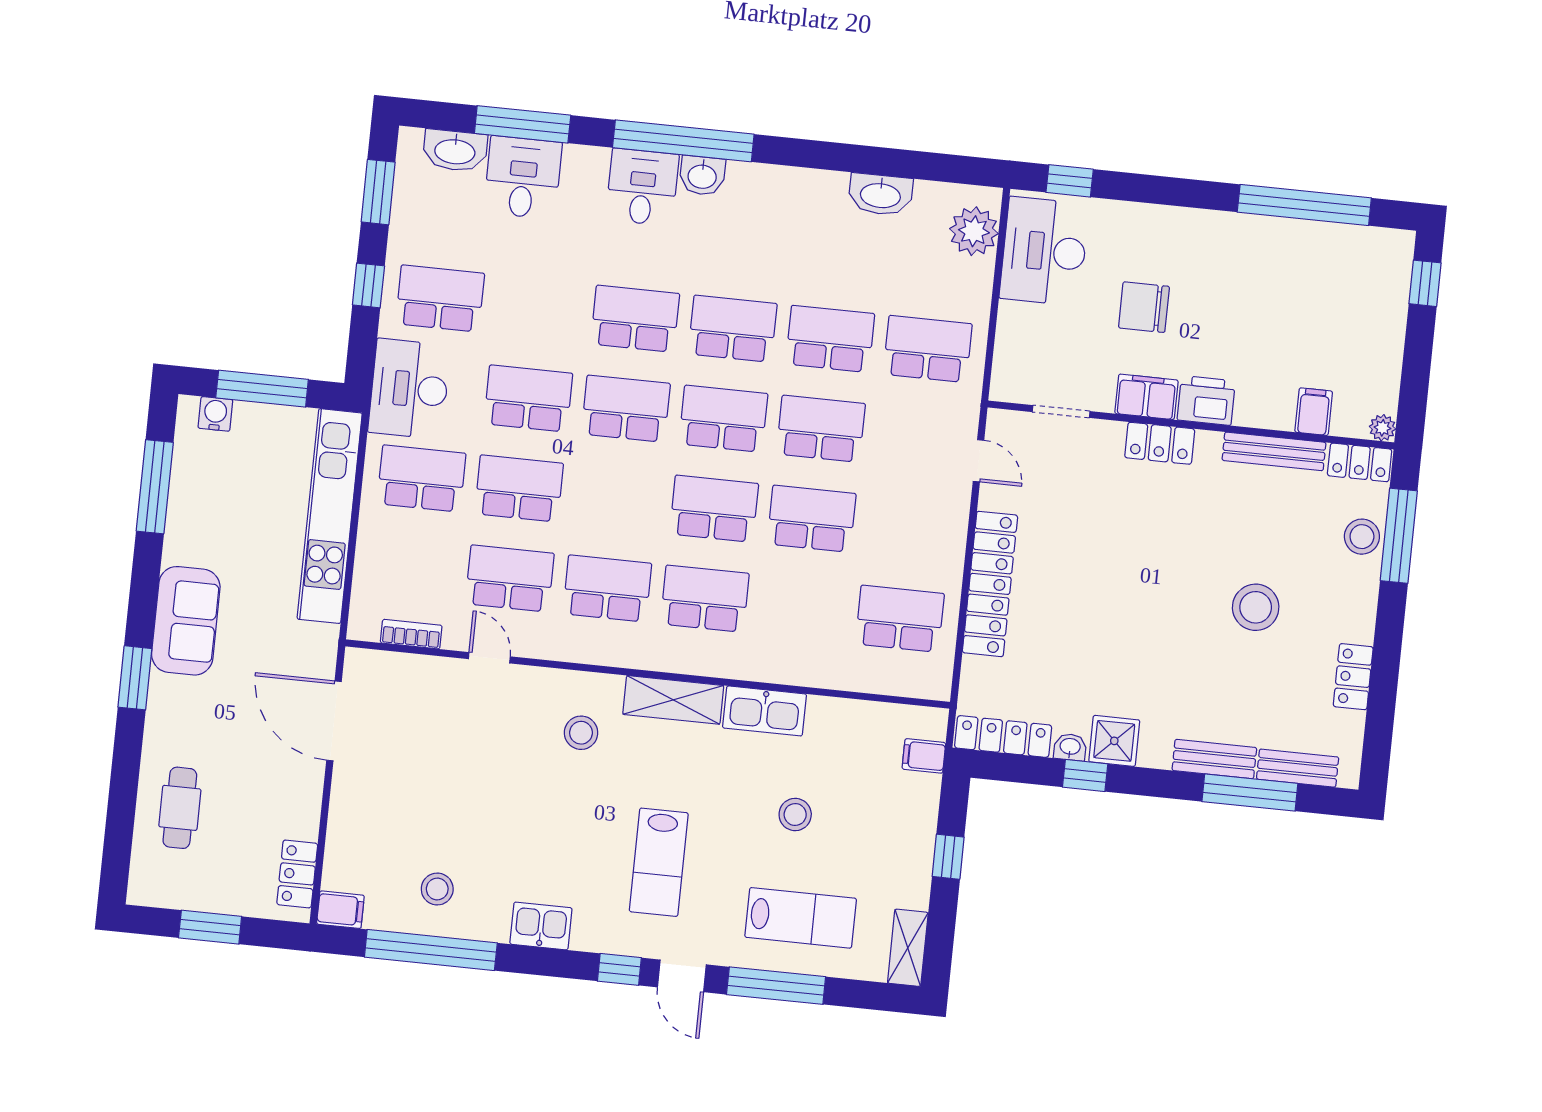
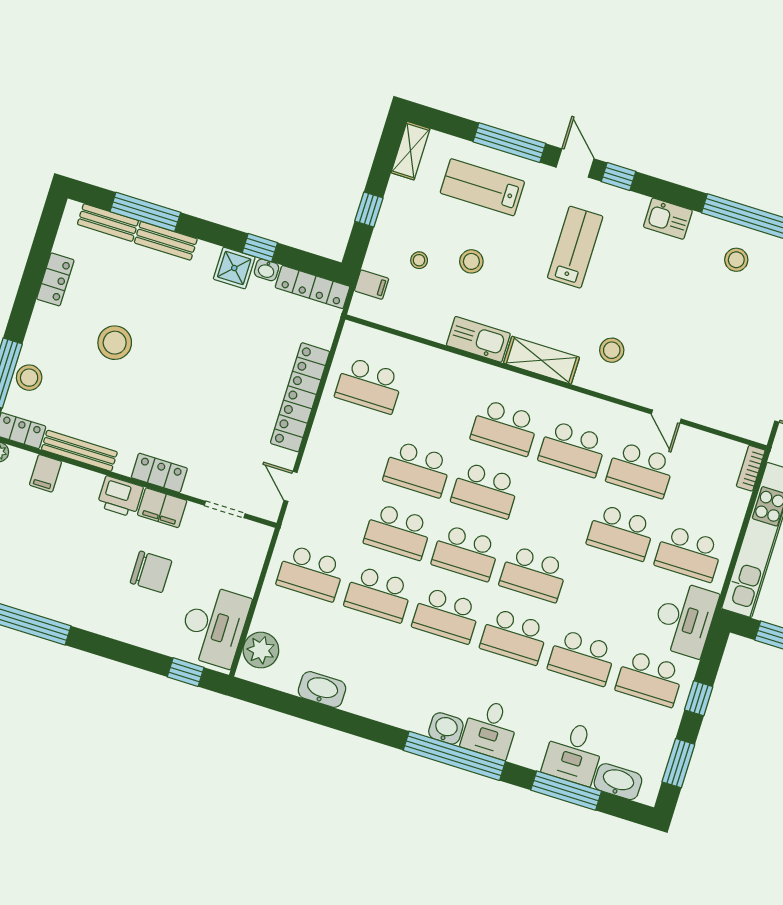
school desk: (528, 399) -> (582, 658), moved
bookcase: (411, 634) -> (751, 468), moved, turned 90
stool: (866, 802) -> (419, 260), added

